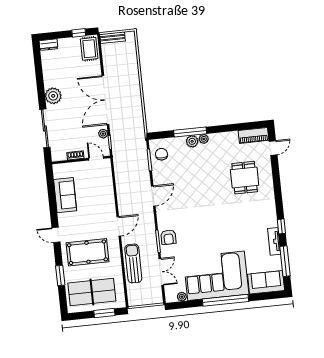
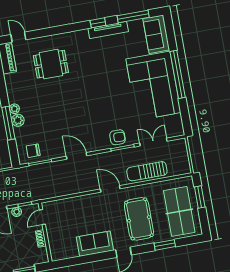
sofa: (65, 195) -> (95, 244), moved
tv unit: (274, 241) -> (108, 30), width x1.41
plant: (182, 297) -> (177, 119), removed

